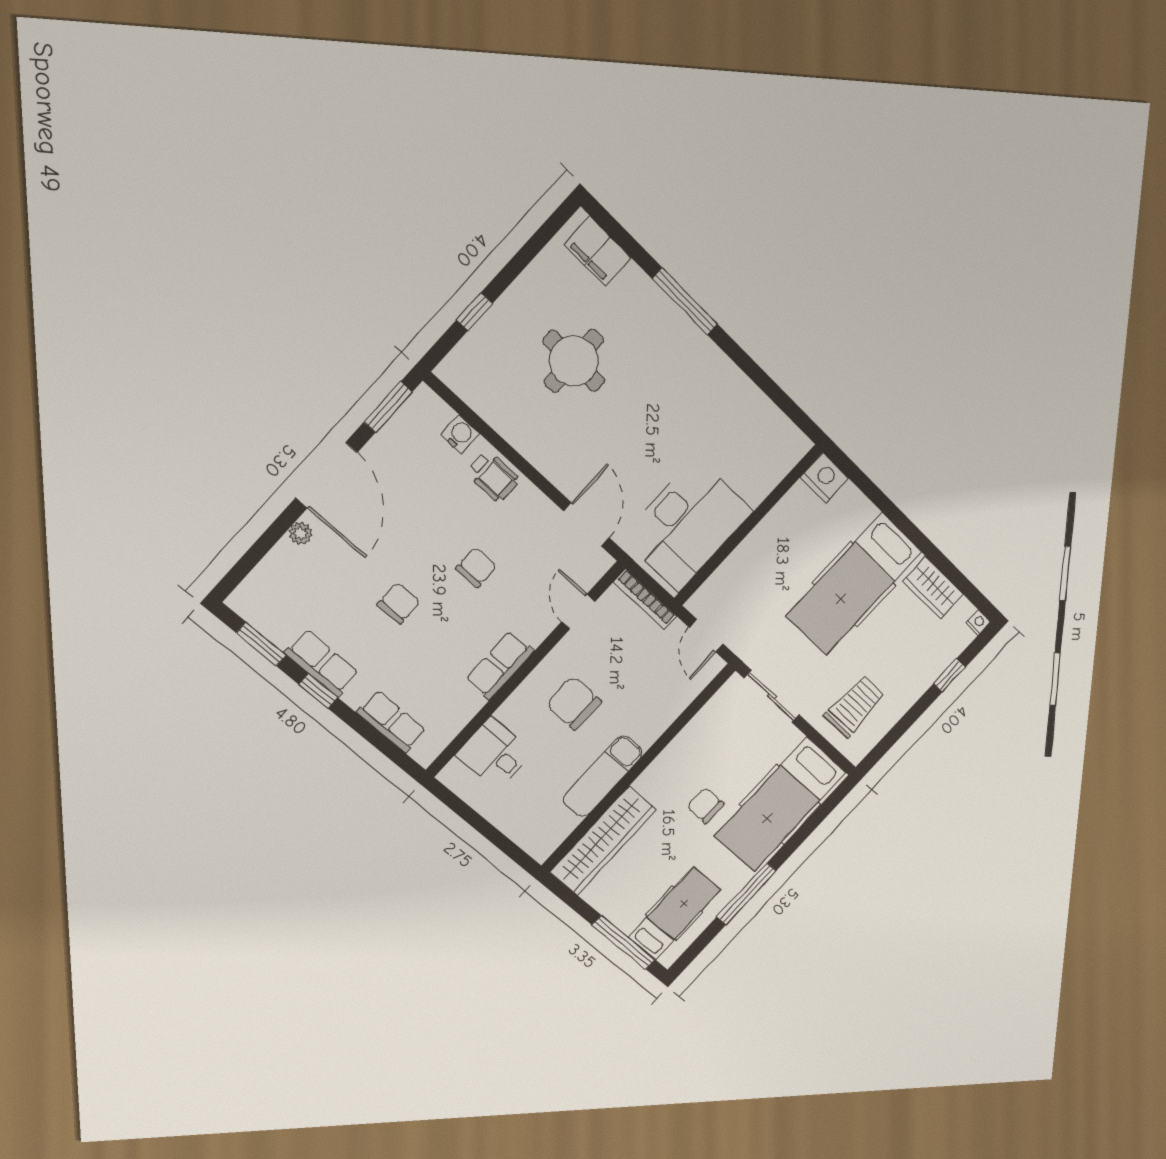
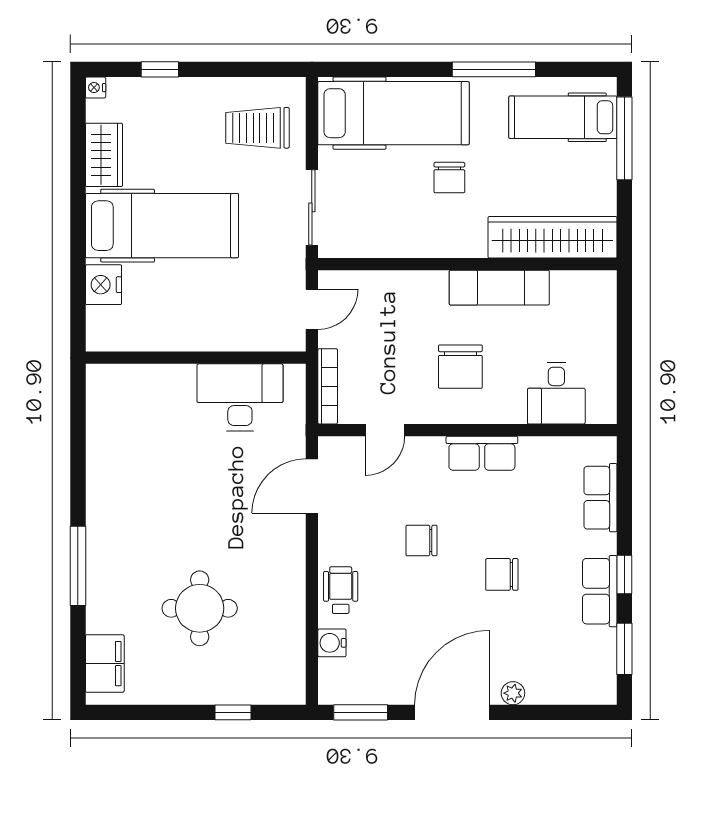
nightstand: (824, 478) -> (104, 285), moved
desk: (687, 524) -> (240, 397), width x0.73, depth x0.77

